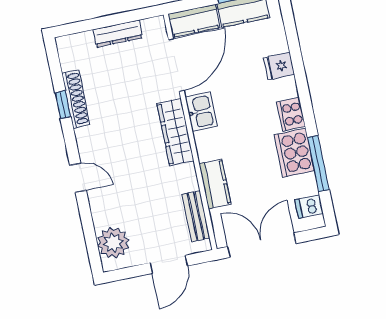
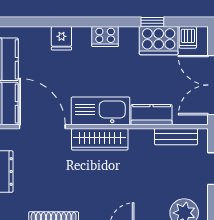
kitchen sink: (201, 112) -> (101, 111), width x1.88, depth x1.24
cooker: (294, 153) -> (159, 41), moved
window: (318, 164) -> (152, 22), width x0.46

